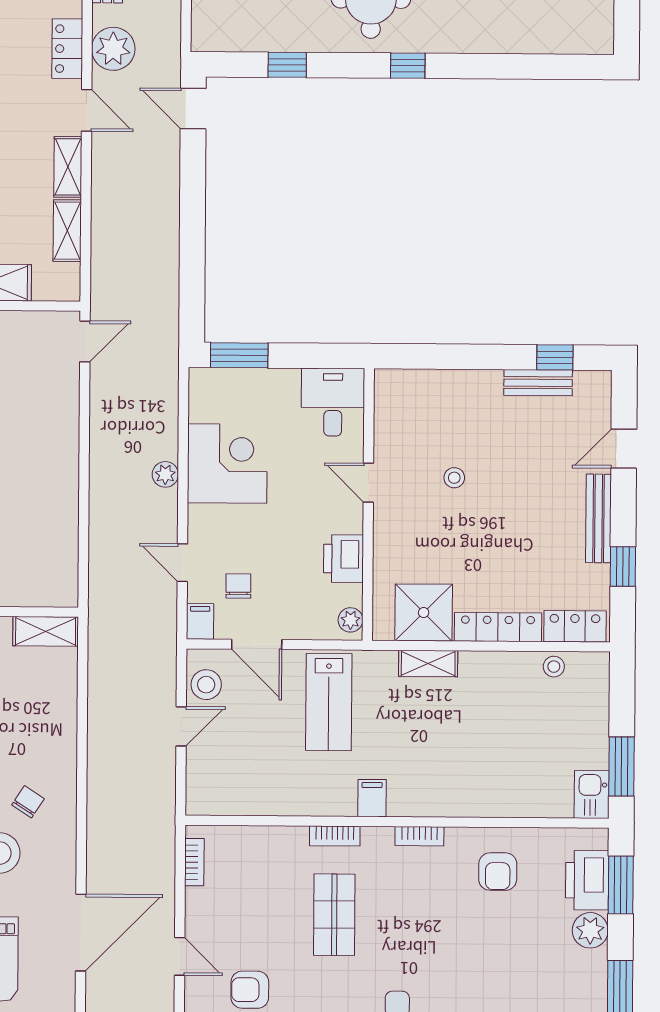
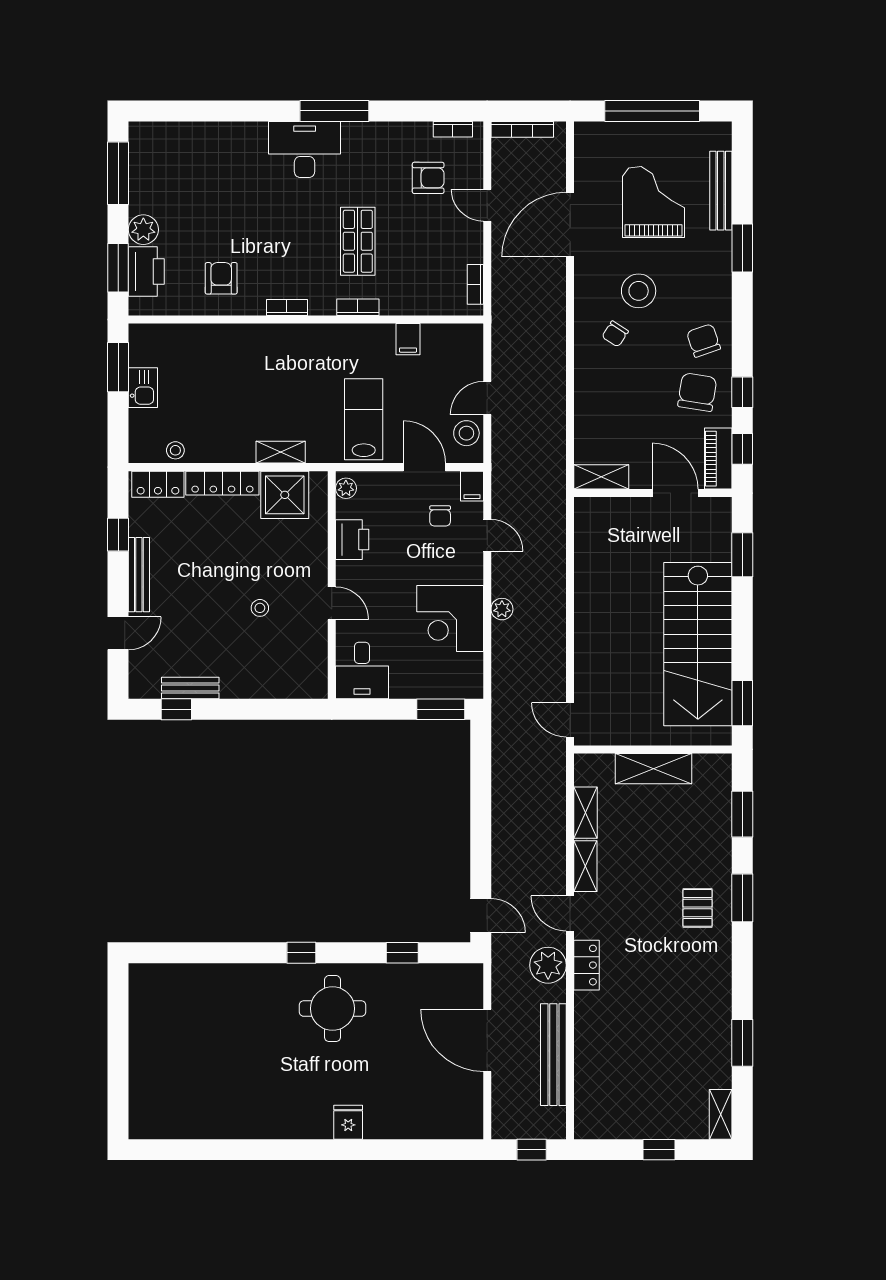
door: (85, 341) -> (570, 720), hinge flipped
kitchen sink: (592, 794) -> (143, 388), moved
filing cabinet: (372, 798) -> (408, 339), moved

